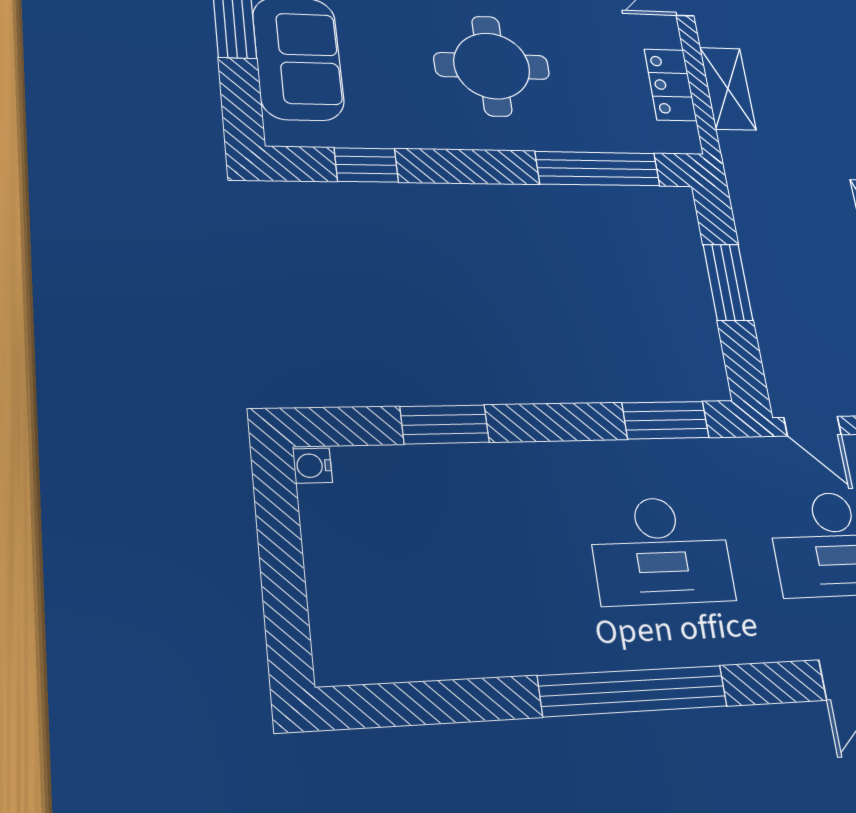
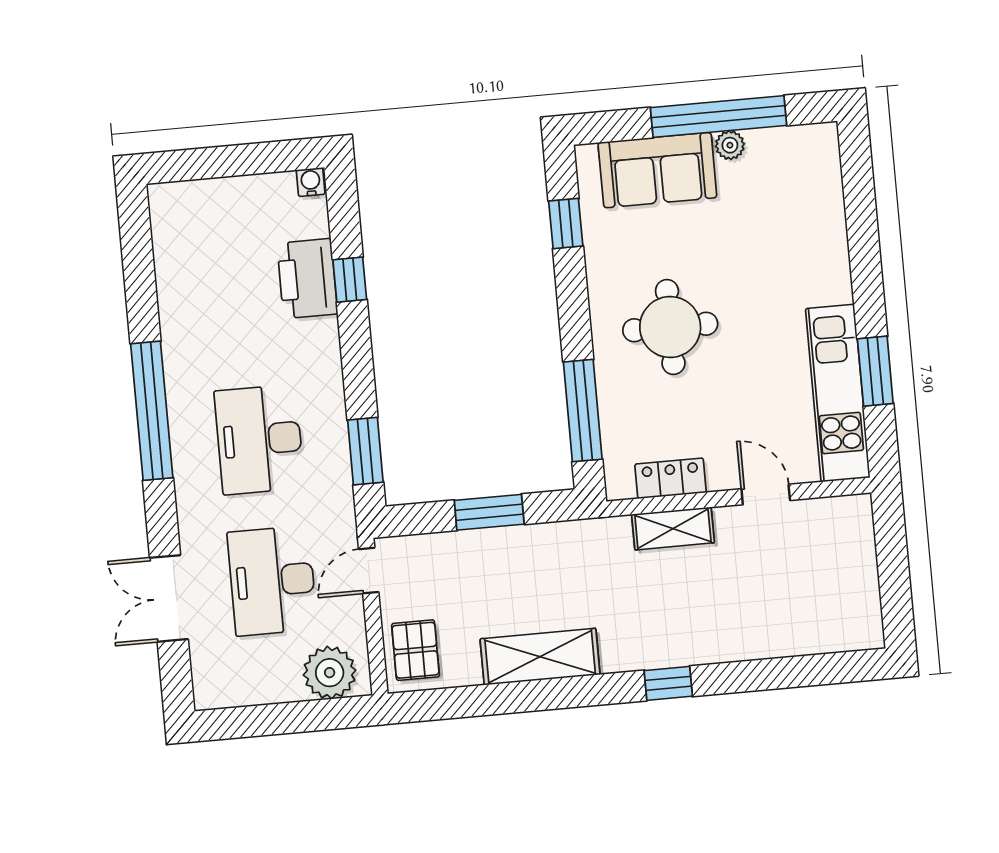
window: (445, 424) -> (350, 280), width x0.67
printer: (445, 478) -> (307, 279), added

